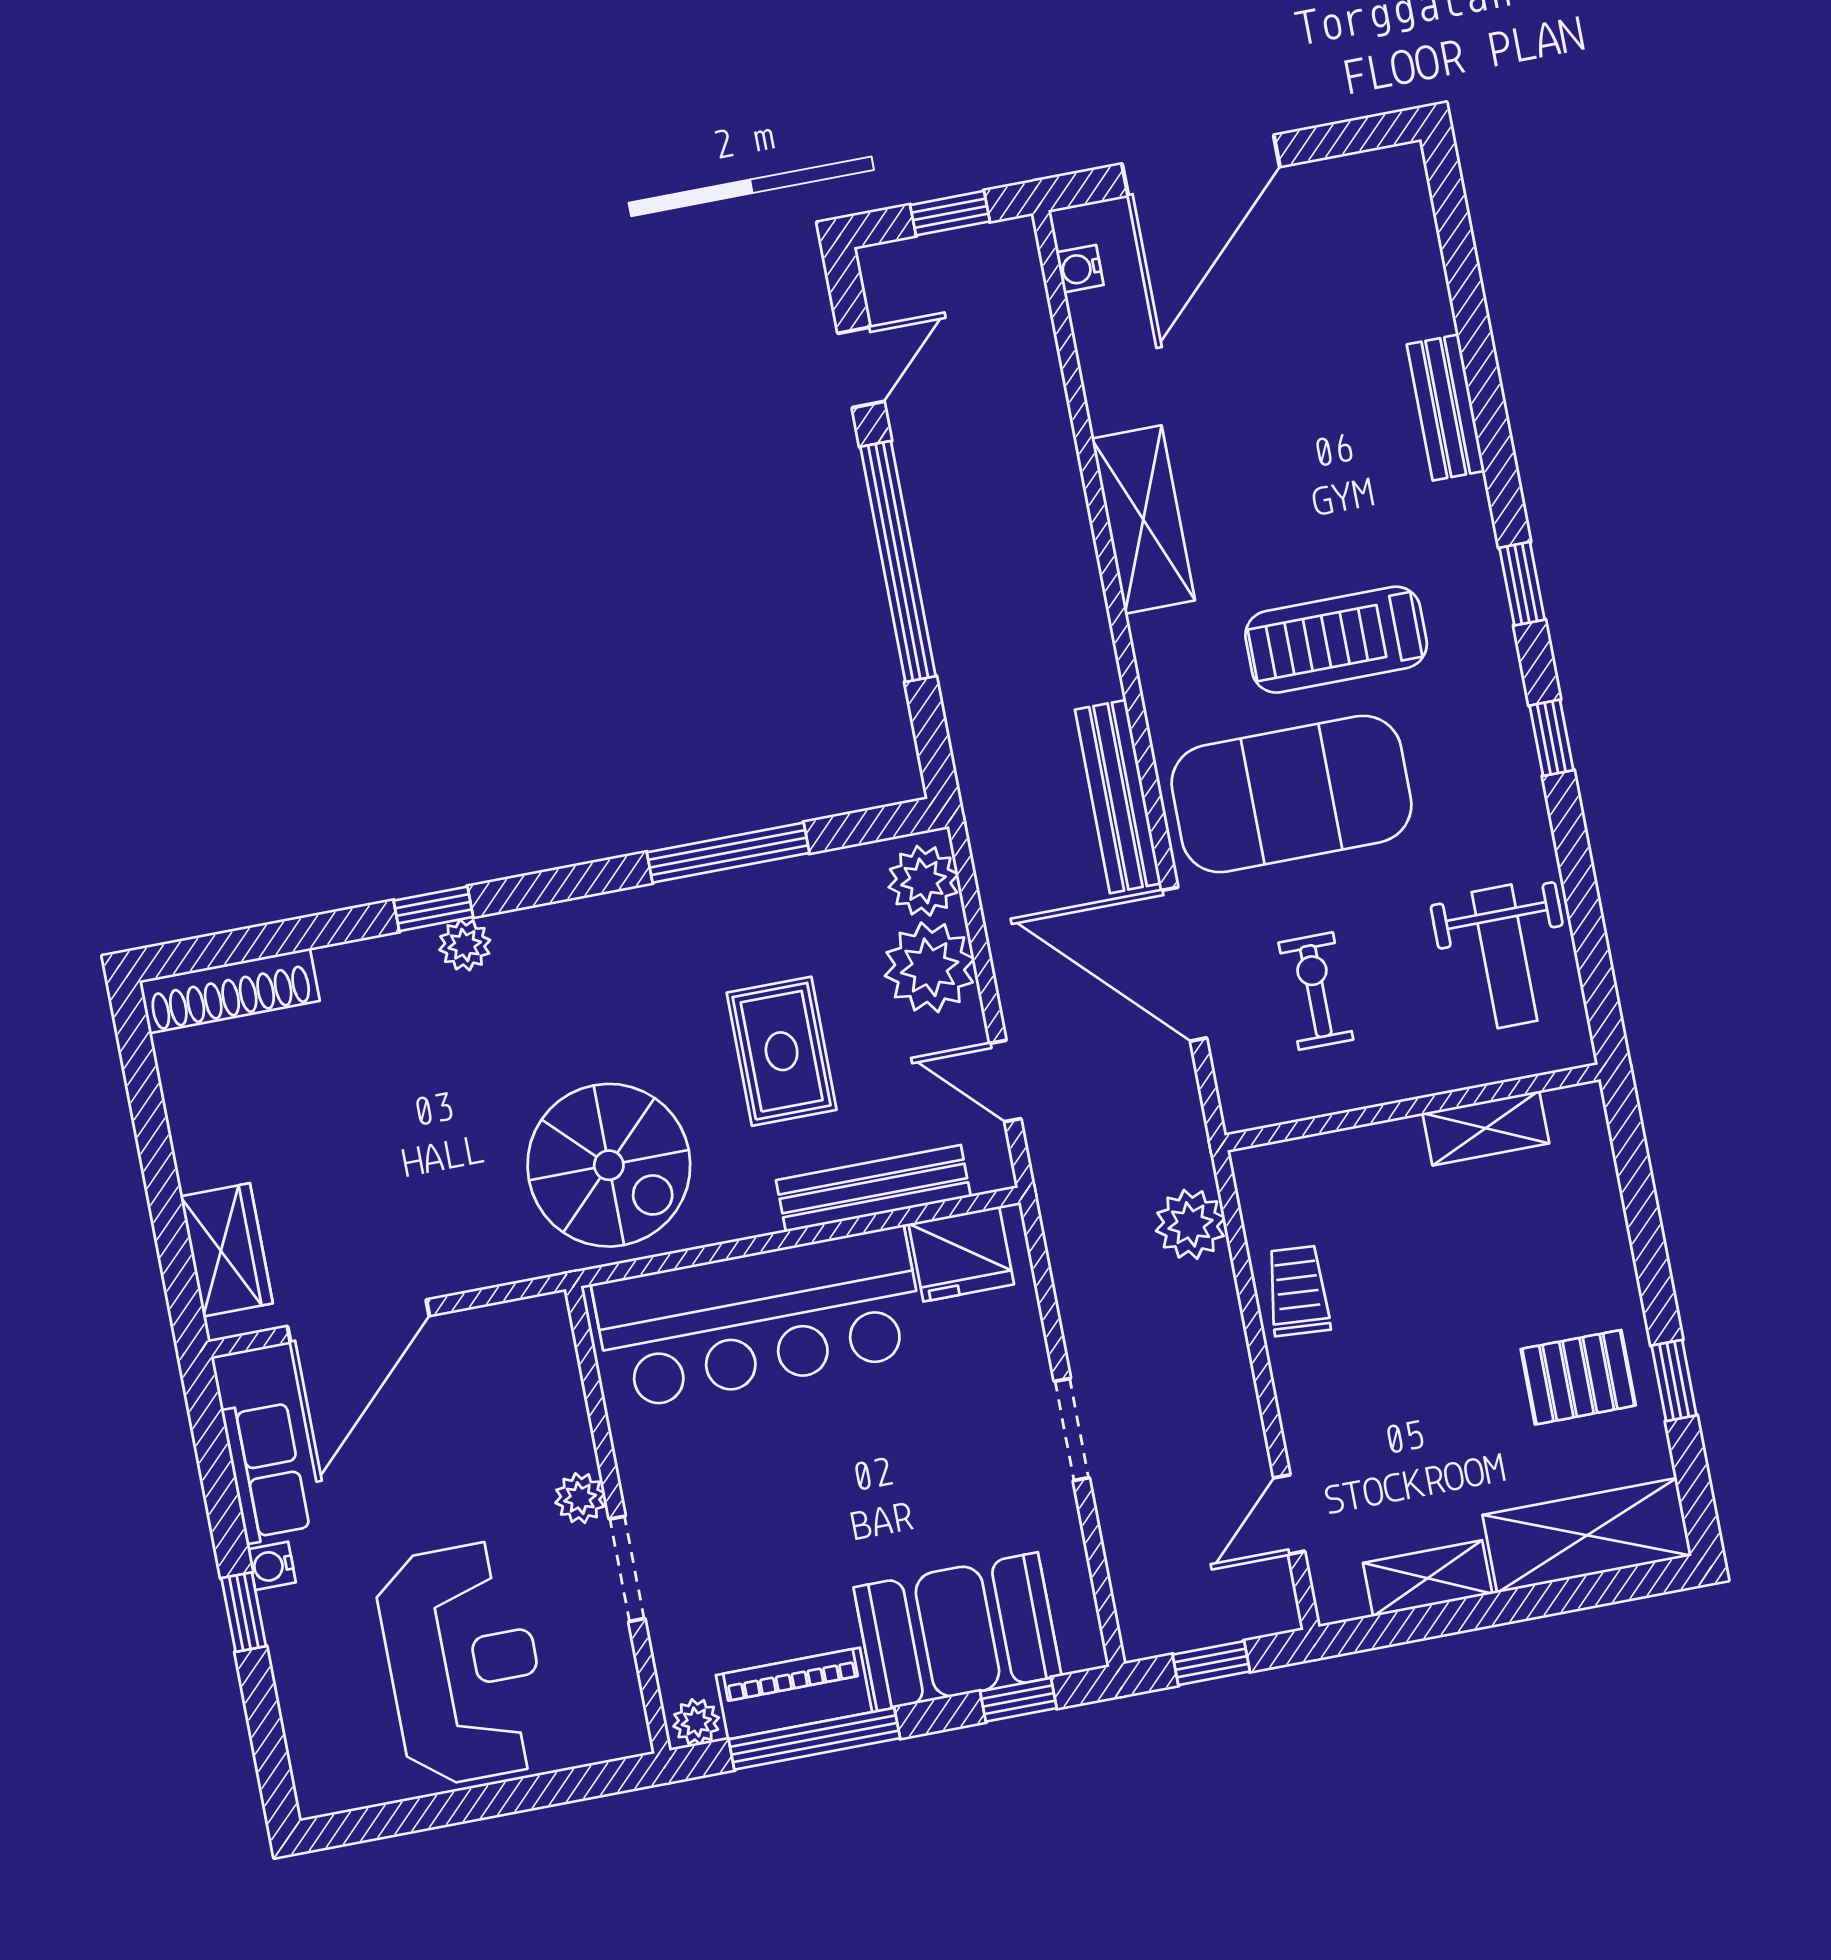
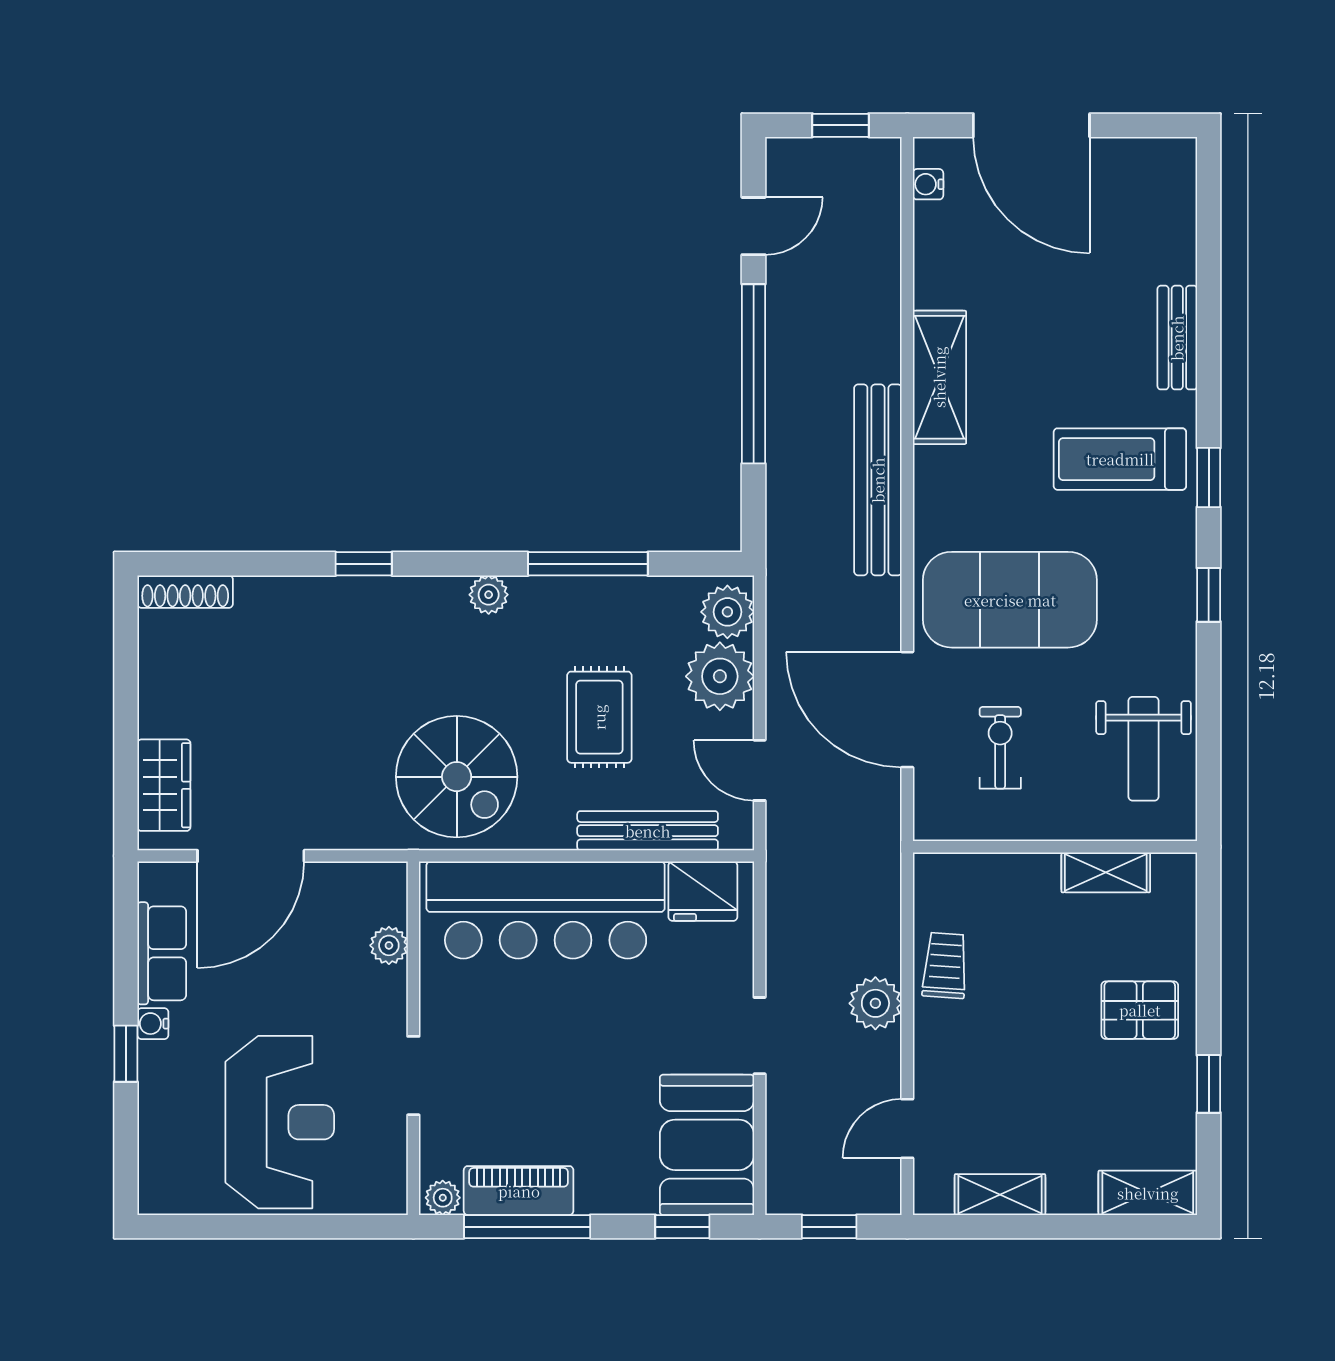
door: (1201, 165) -> (1031, 125), hinge flipped
treadmill: (1336, 640) -> (1120, 459), moved
bench: (1118, 797) -> (878, 480), moved, width x1.37, depth x1.21
plant: (465, 945) -> (489, 595), moved
shoe rack: (229, 991) -> (185, 592), width x0.74, depth x0.81
plant: (1190, 1224) -> (875, 1003), moved
pallet: (1578, 1377) -> (1140, 1010), moved
plant: (580, 1498) -> (389, 945), moved
shelving: (1587, 1535) -> (1148, 1193), width x0.67, depth x0.75
booth: (957, 1632) -> (707, 1145), moved, turned 90

